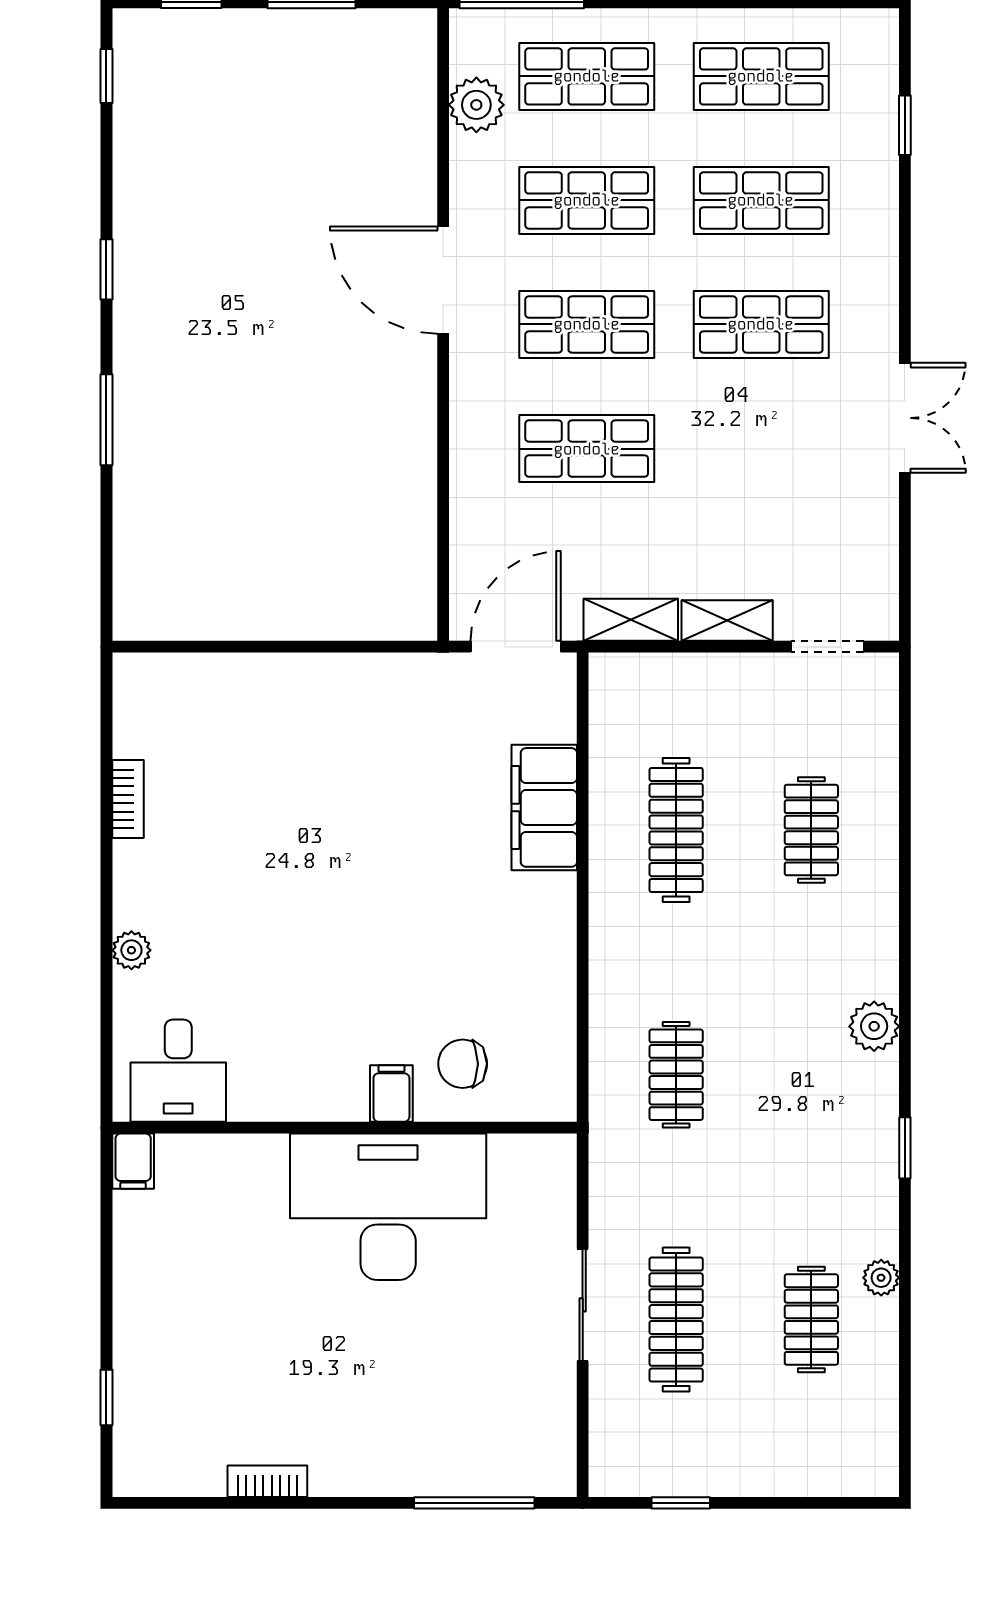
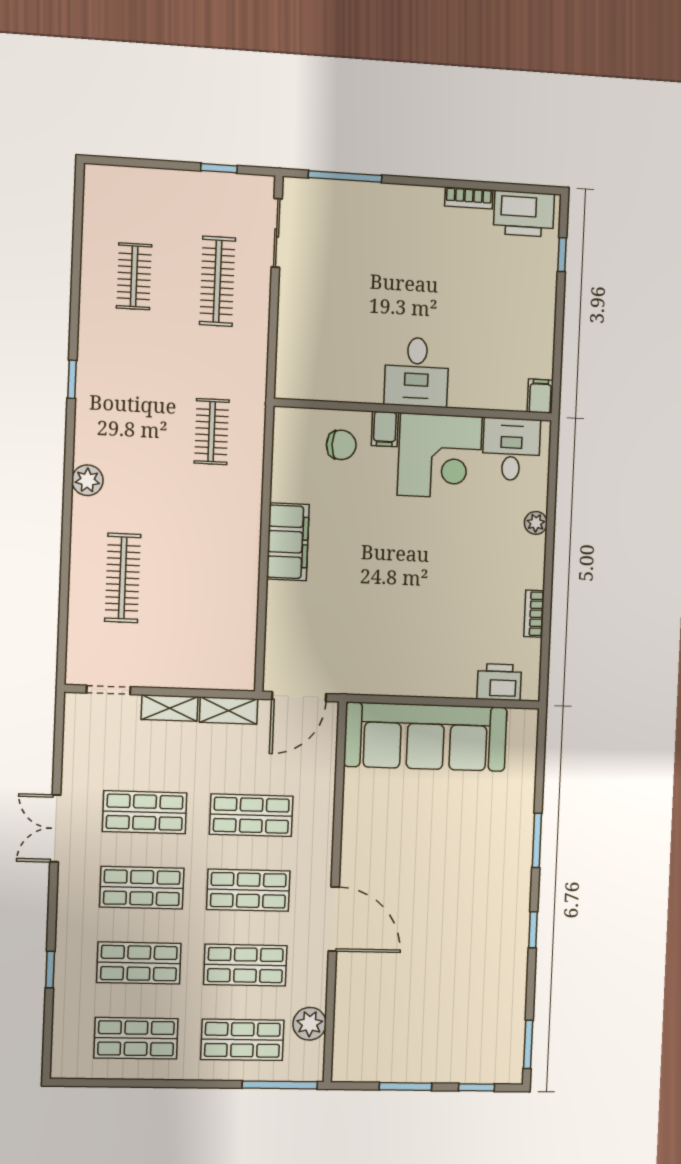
window: (106, 76) -> (528, 1044), width x1.50
window: (905, 125) -> (50, 970), moved
shop shelf: (761, 449) -> (145, 812), added
sofa: (302, 587) -> (426, 737), added
printer: (182, 683) -> (499, 682), added
filing cabinet: (544, 807) -> (288, 542), moved
clothes rail: (676, 830) -> (206, 581), removed
clothes rail: (811, 830) -> (123, 578), width x1.36
plant: (874, 1026) -> (87, 480), moved
corner desk: (298, 1054) -> (440, 456), added
desk: (388, 1207) -> (417, 372), width x0.53, depth x0.77
plant: (881, 1278) -> (90, 300), removed
sliding door: (583, 1305) -> (277, 233), moved
printer: (174, 1461) -> (524, 214), added

